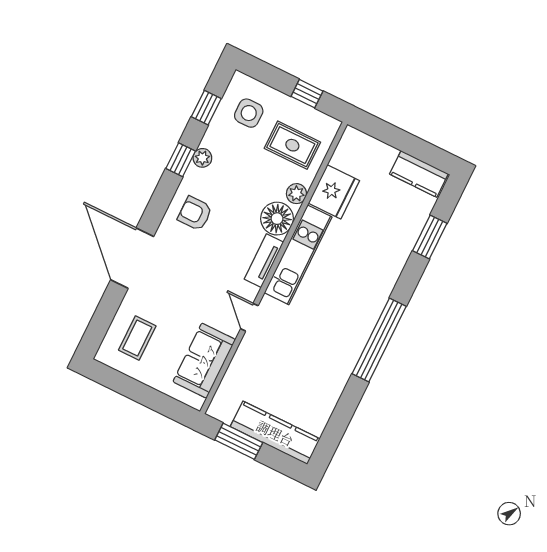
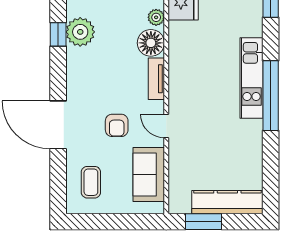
plant: (202, 158) -> (80, 32), width x1.88, depth x1.88
armchair: (195, 213) -> (117, 125), moved, turned -90
kitchen unit: (298, 255) -> (252, 78), moved, turned 180

